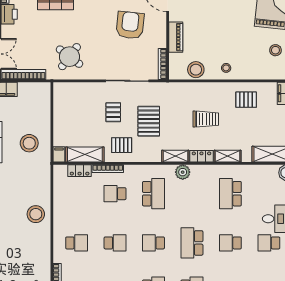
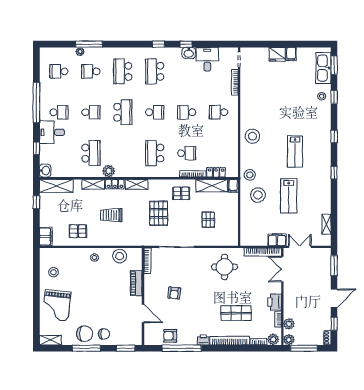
armchair: (130, 25) -> (174, 293), width x0.53, depth x0.53
round table: (69, 57) -> (224, 267), turned -37
pallet: (113, 112) -> (208, 220), moved
stool: (39, 167) -> (250, 175), added
plant: (183, 172) -> (109, 171), moved

